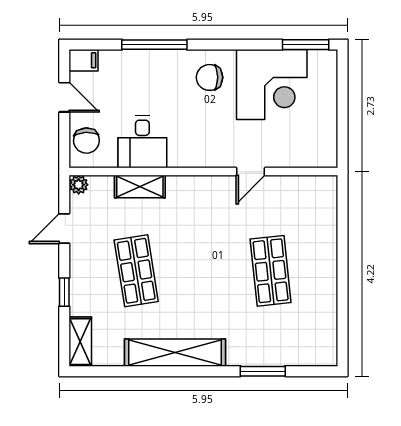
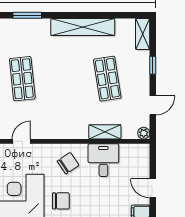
chair: (86, 141) -> (68, 163), moved, turned 59
door: (251, 172) -> (21, 141), moved

